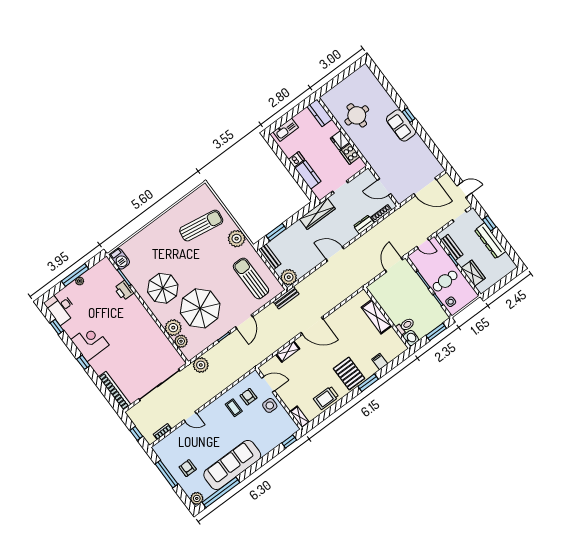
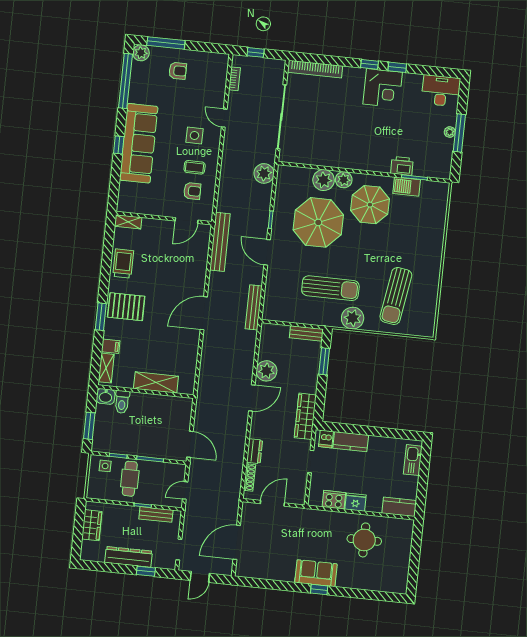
dishwasher: (296, 159) -> (326, 439), moved
barbecue: (120, 259) -> (407, 187), moved
wardrobe: (473, 273) -> (92, 525), moved, turned -90
plant: (289, 277) -> (266, 371), moved
sun lounger: (251, 278) -> (330, 288), moved
bench: (286, 298) -> (254, 307), width x1.36
window: (57, 327) -> (397, 67), moved
plant: (181, 341) -> (344, 180), moved
shelving: (288, 352) -> (106, 368), moved
bench: (263, 354) -> (220, 242), added
side table: (270, 405) -> (194, 135), moved
door: (190, 417) -> (224, 118), hinge flipped
window: (289, 442) -> (119, 145), moved
sofa: (232, 465) -> (139, 143), moved
window: (167, 474) -> (166, 43), moved

